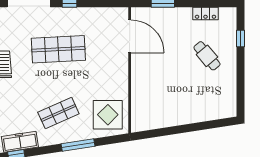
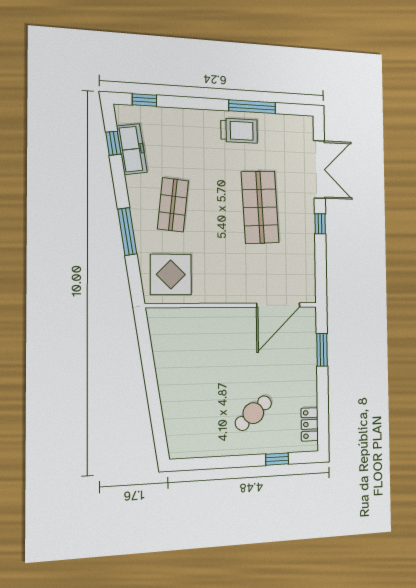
locker: (205, 14) -> (310, 424), moved
shop shelf: (58, 113) -> (173, 205), turned 30

